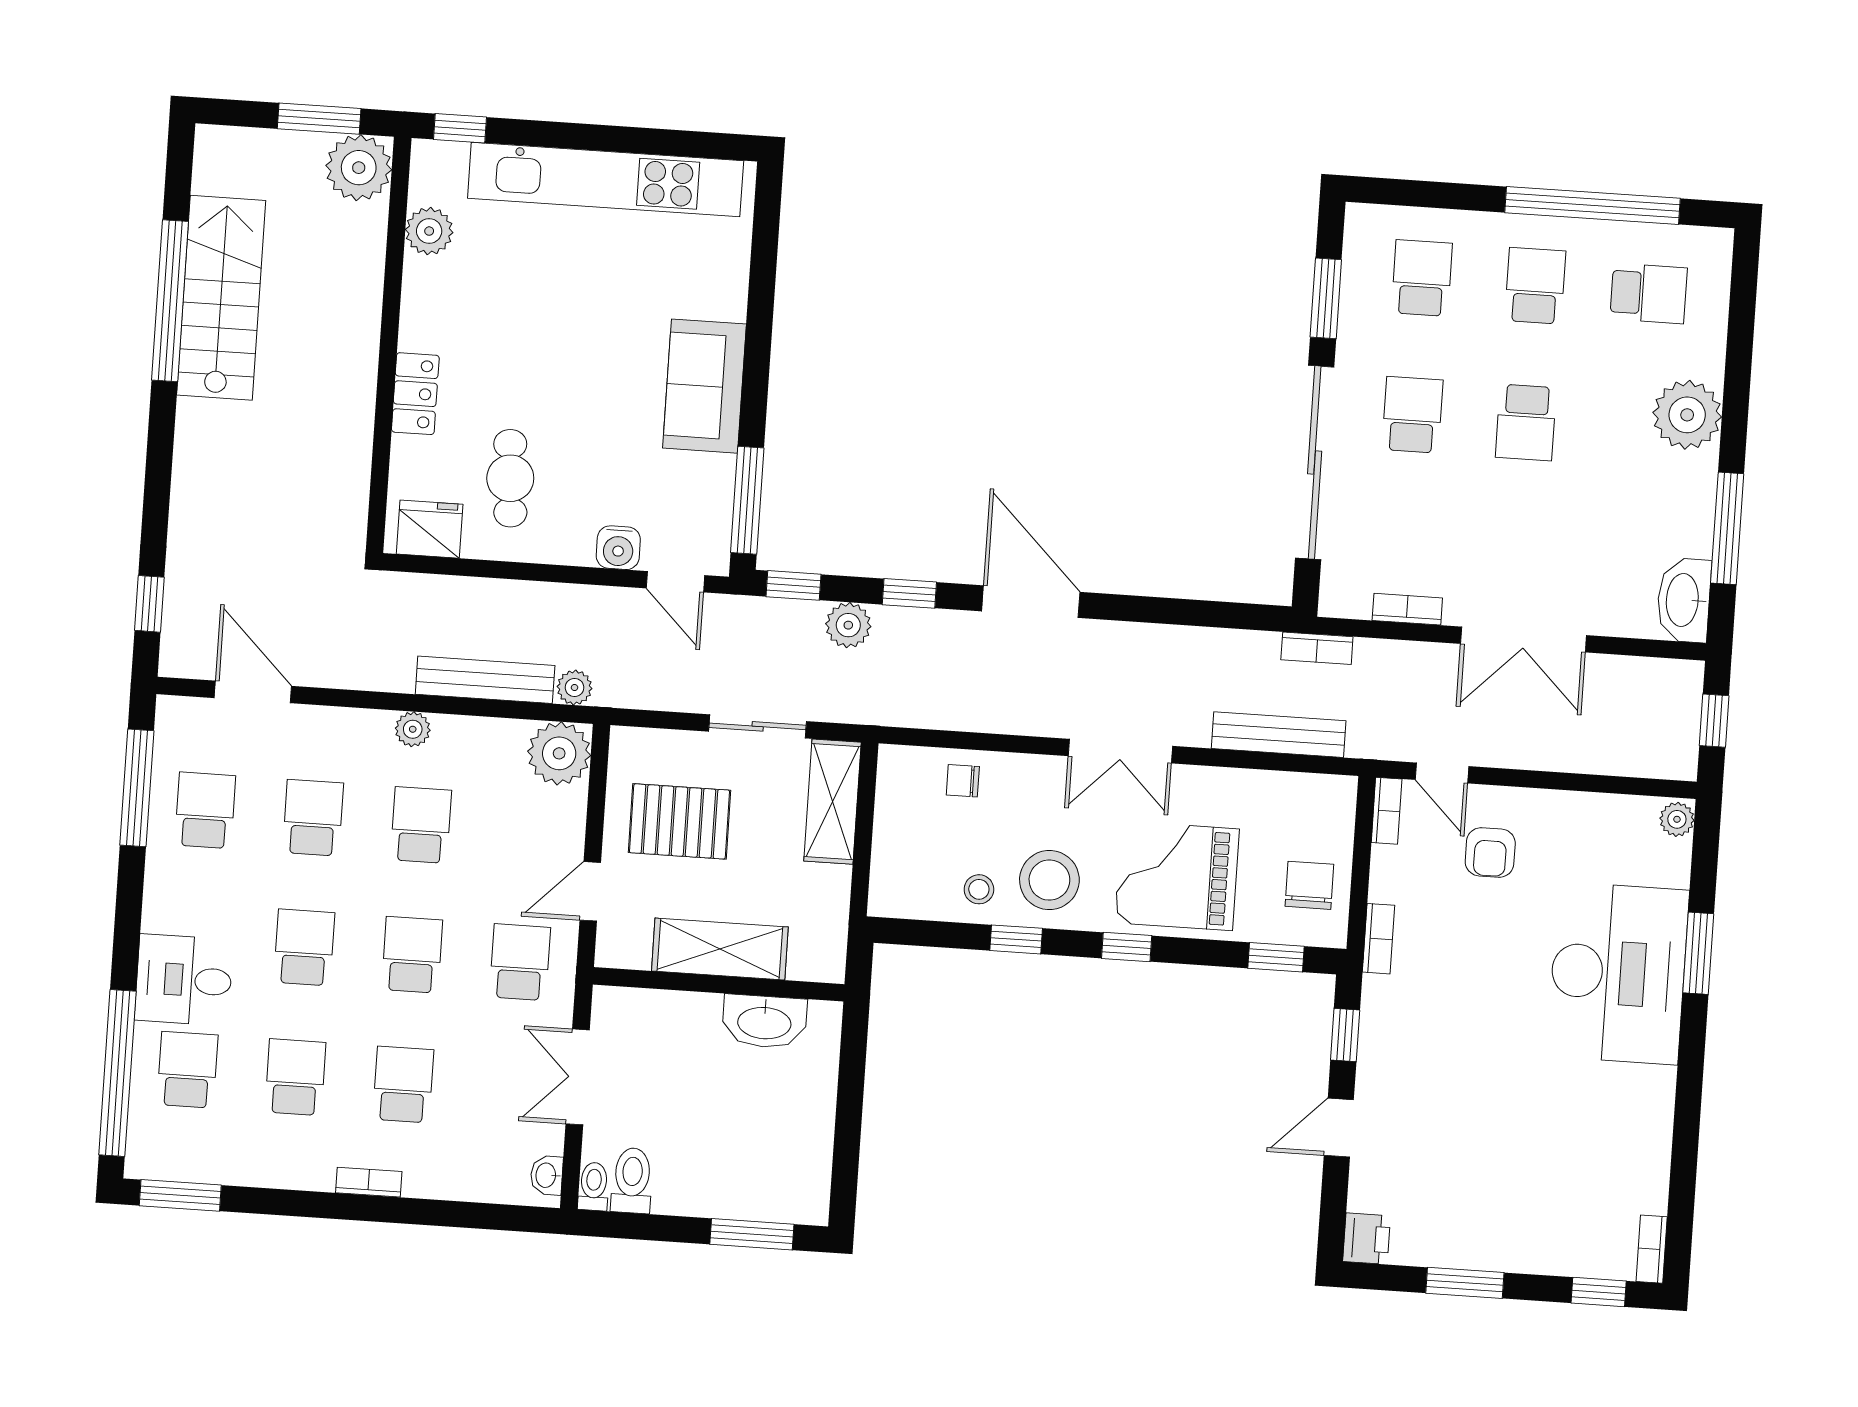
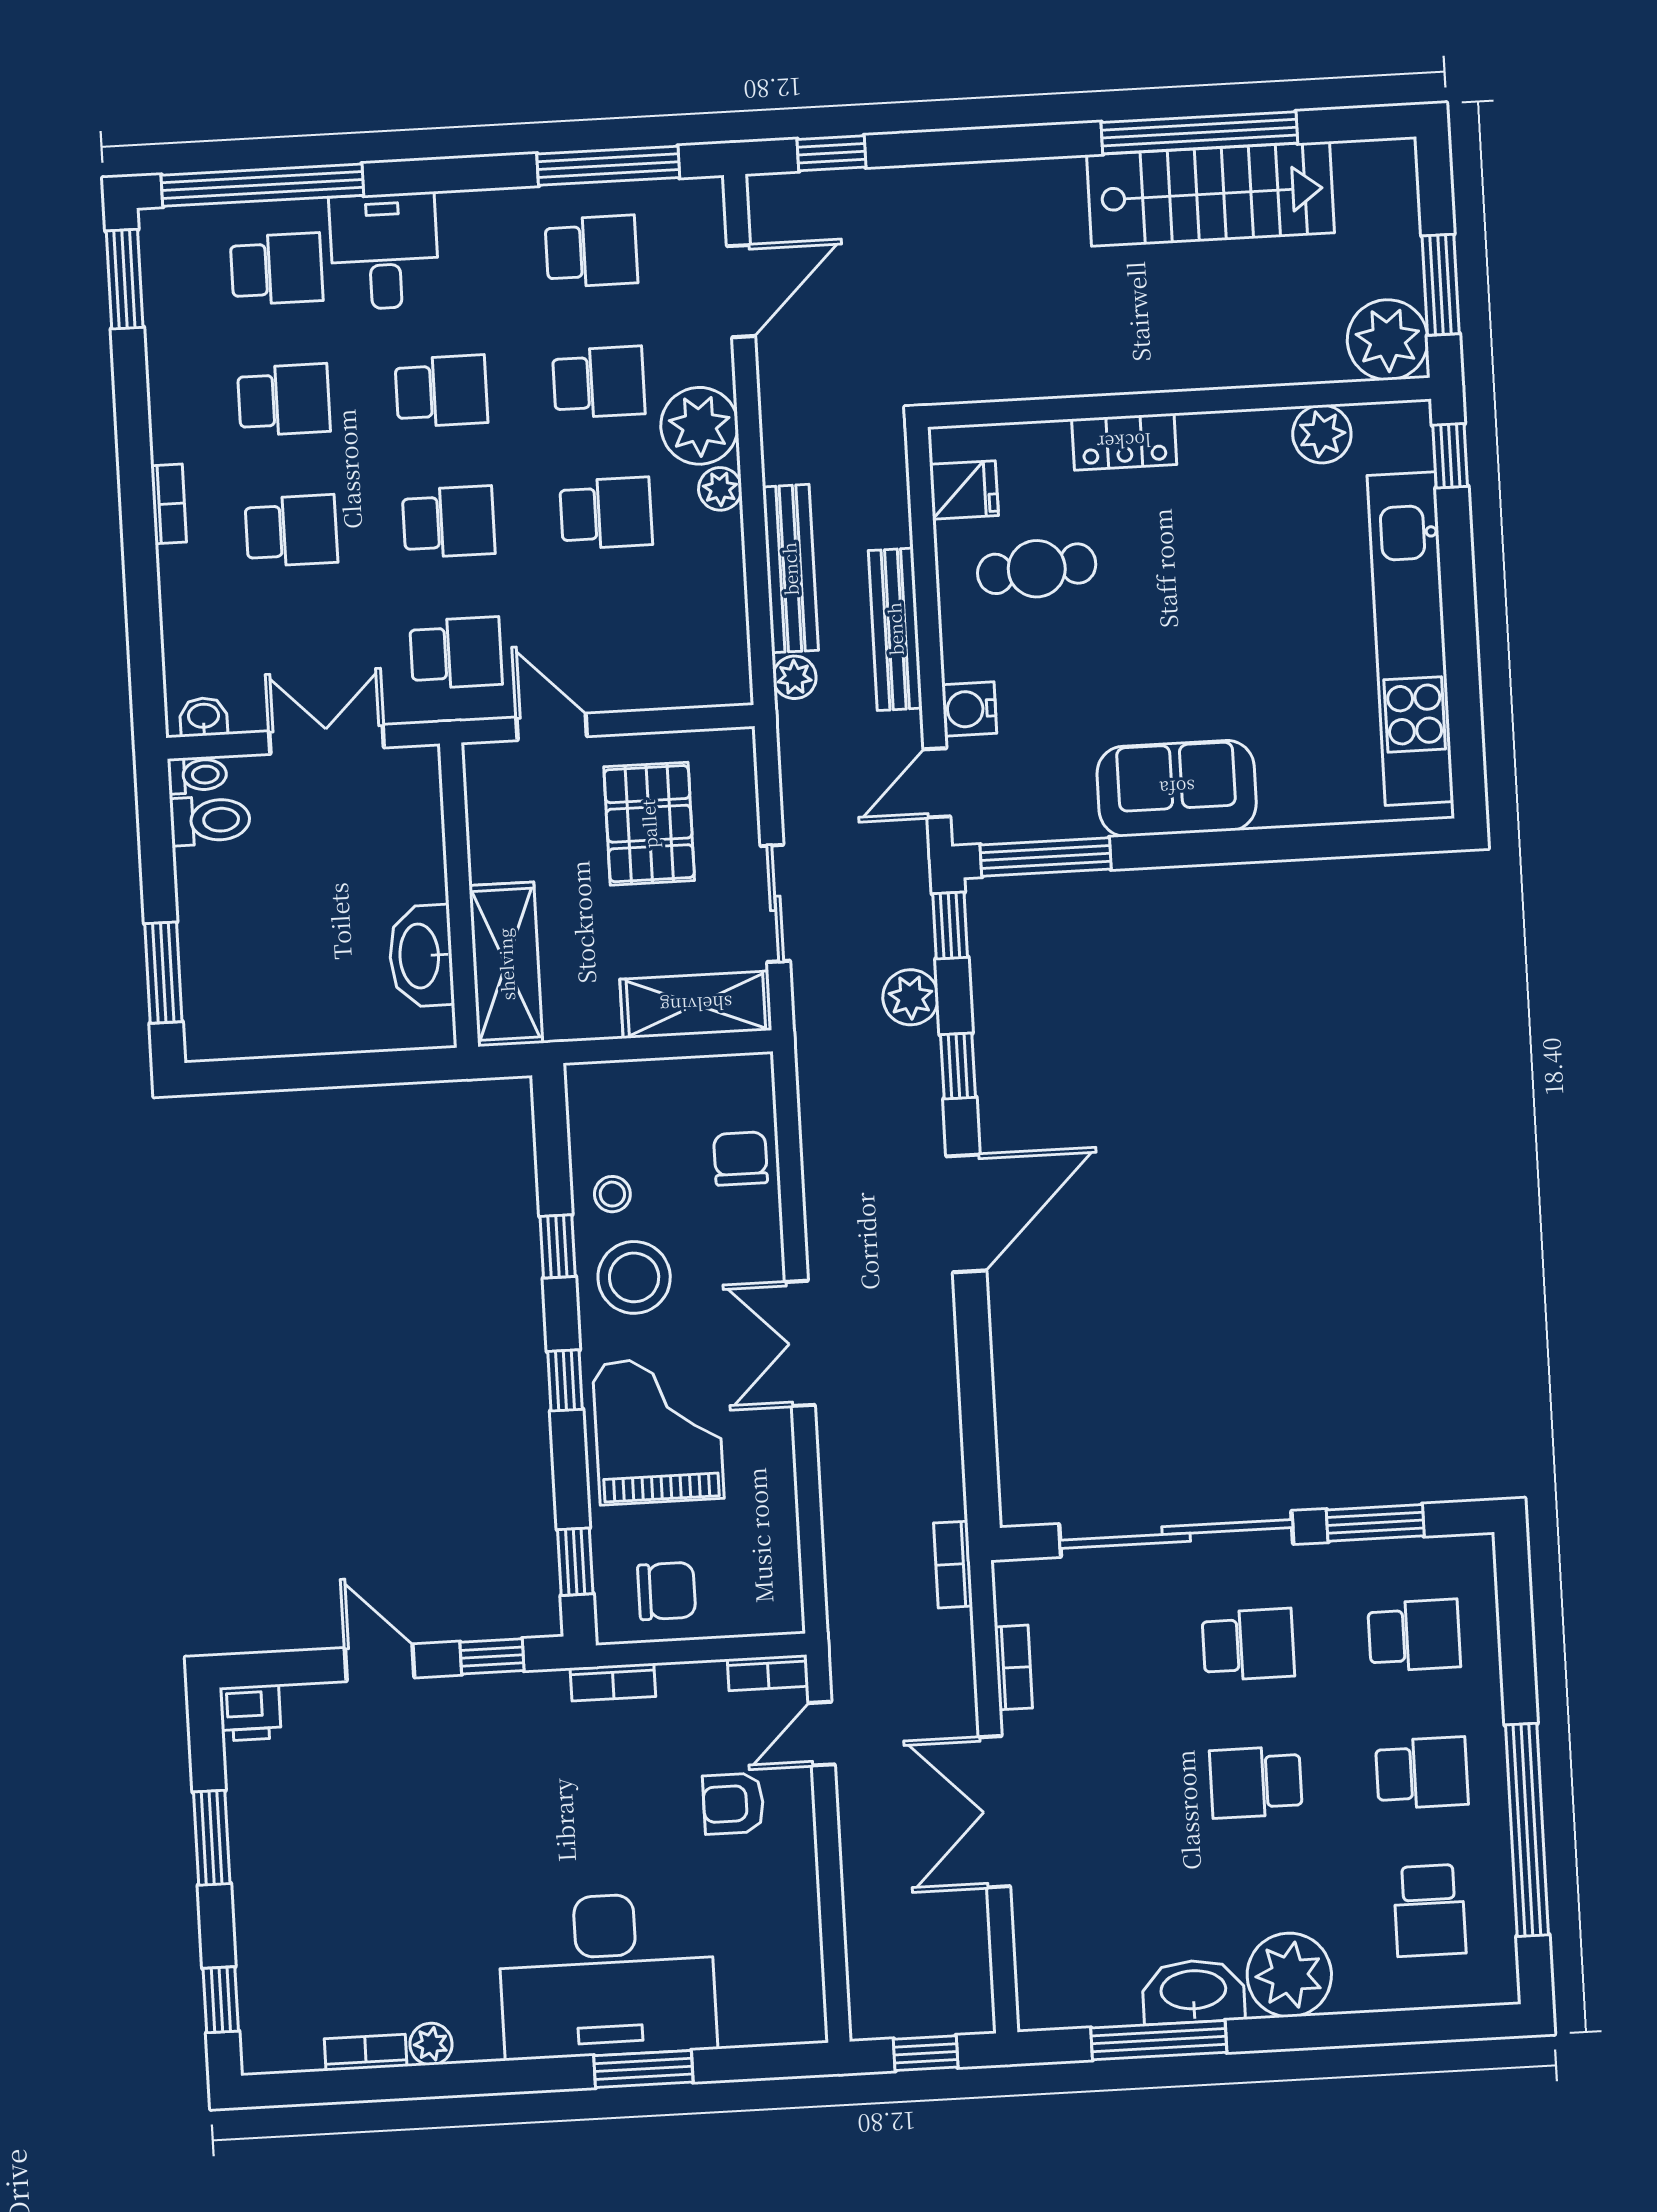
fridge: (430, 529) -> (964, 490), width x0.72
washbasin: (1684, 600) -> (1193, 1992), moved
bench: (1279, 735) -> (895, 629), moved
plant: (559, 753) -> (699, 426), moved
chair: (963, 781) -> (741, 1158), width x1.37, depth x1.37
plant: (1677, 819) -> (431, 2044), moved
shelving: (720, 949) -> (506, 964), moved
bookcase: (1652, 1249) -> (366, 2053), moved

